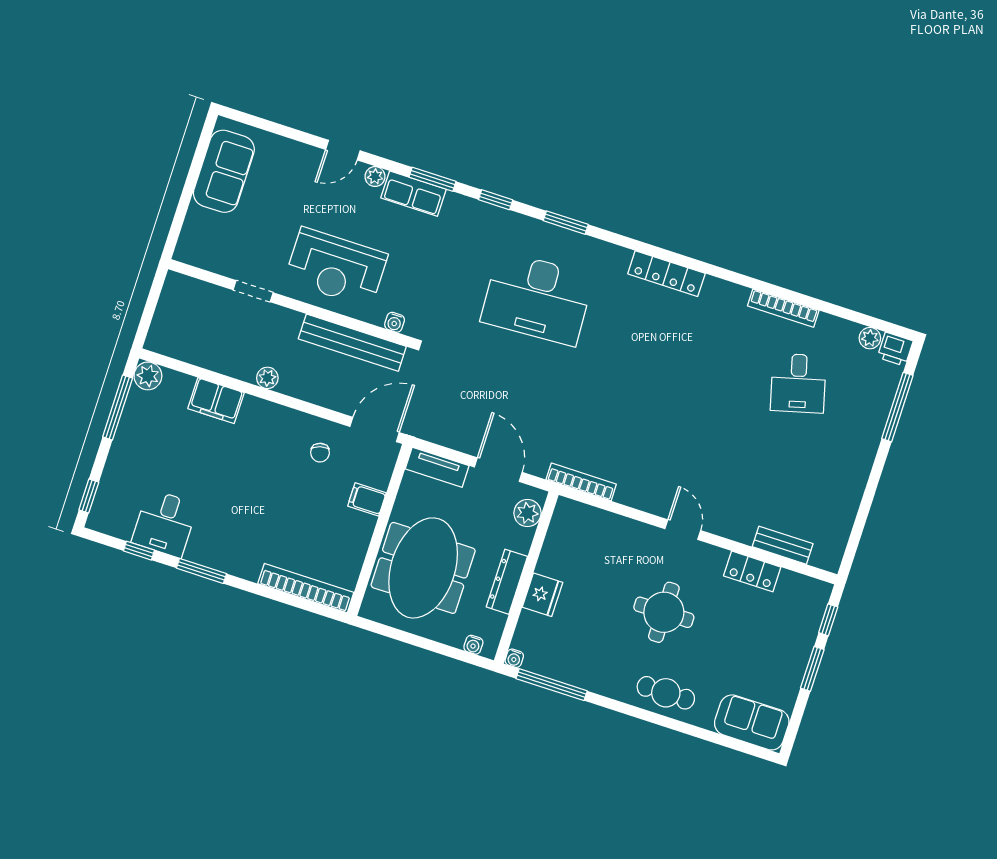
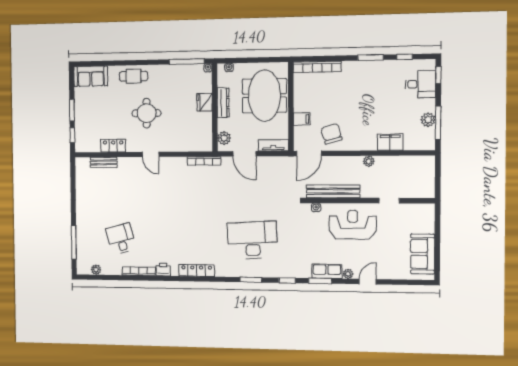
printer: (895, 349) -> (163, 269), moved
plant: (148, 376) -> (428, 120), moved
chair: (320, 453) -> (331, 134), width x1.87, depth x1.87
desk: (165, 523) -> (420, 84), moved, turned 90

